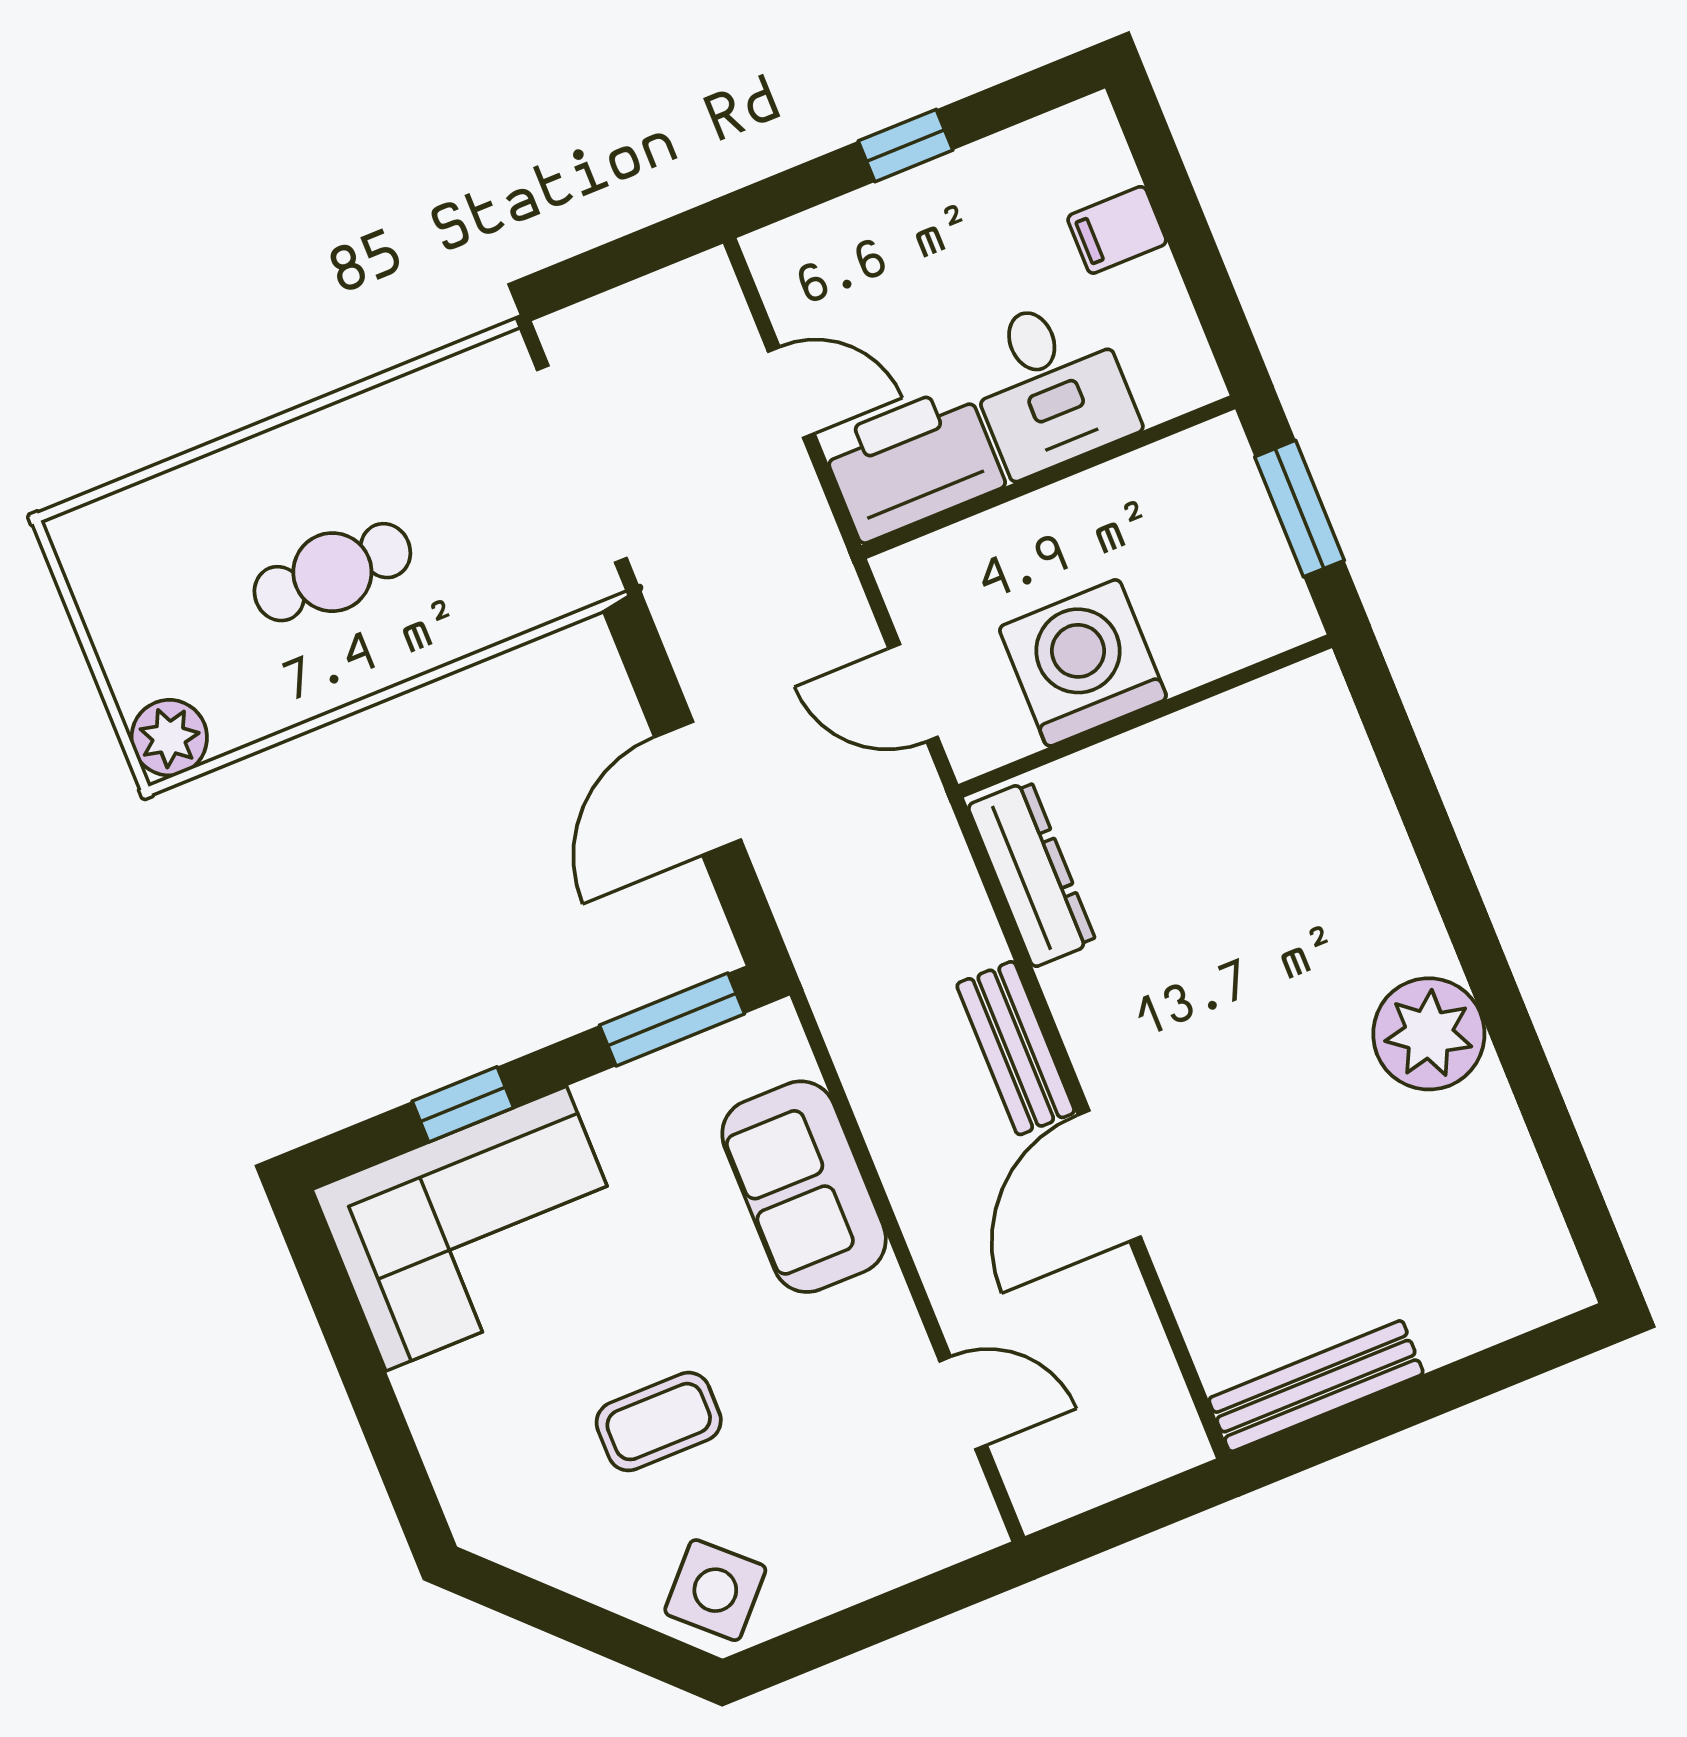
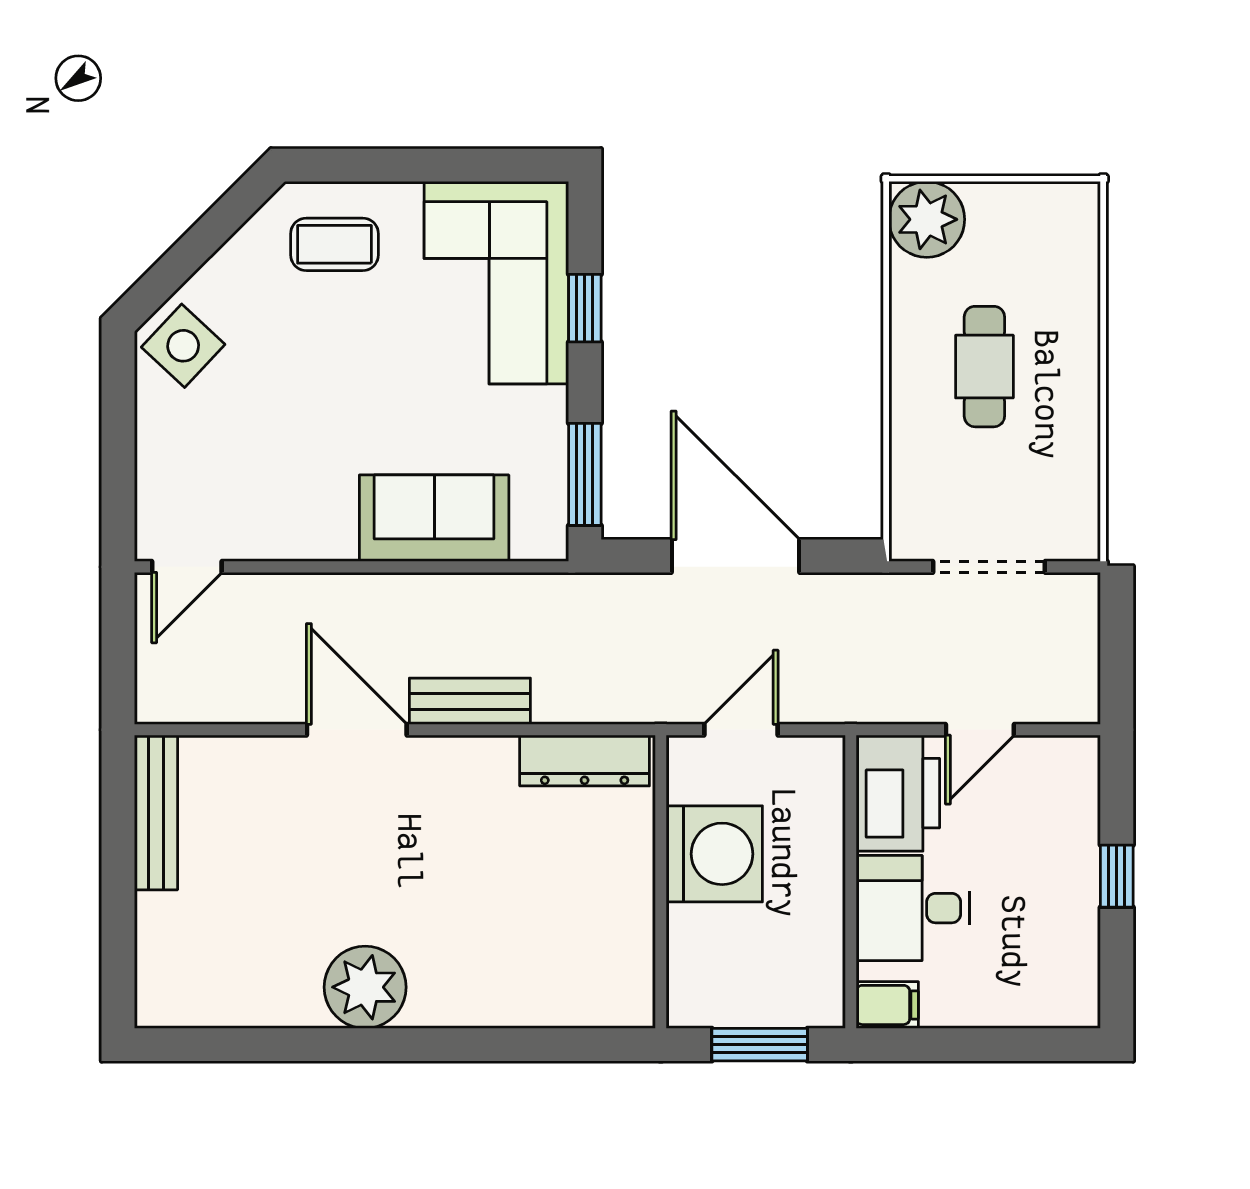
filing cabinet: (1117, 230) -> (887, 1005), moved, turned 90
doorway: (582, 464) -> (989, 567), width x0.73
plant: (169, 738) -> (927, 219), width x1.36, depth x1.36
door: (698, 788) -> (735, 556), width x1.36
door: (963, 1403) -> (187, 567), moved
coffee table: (659, 1422) -> (335, 244), moved, turned 90

